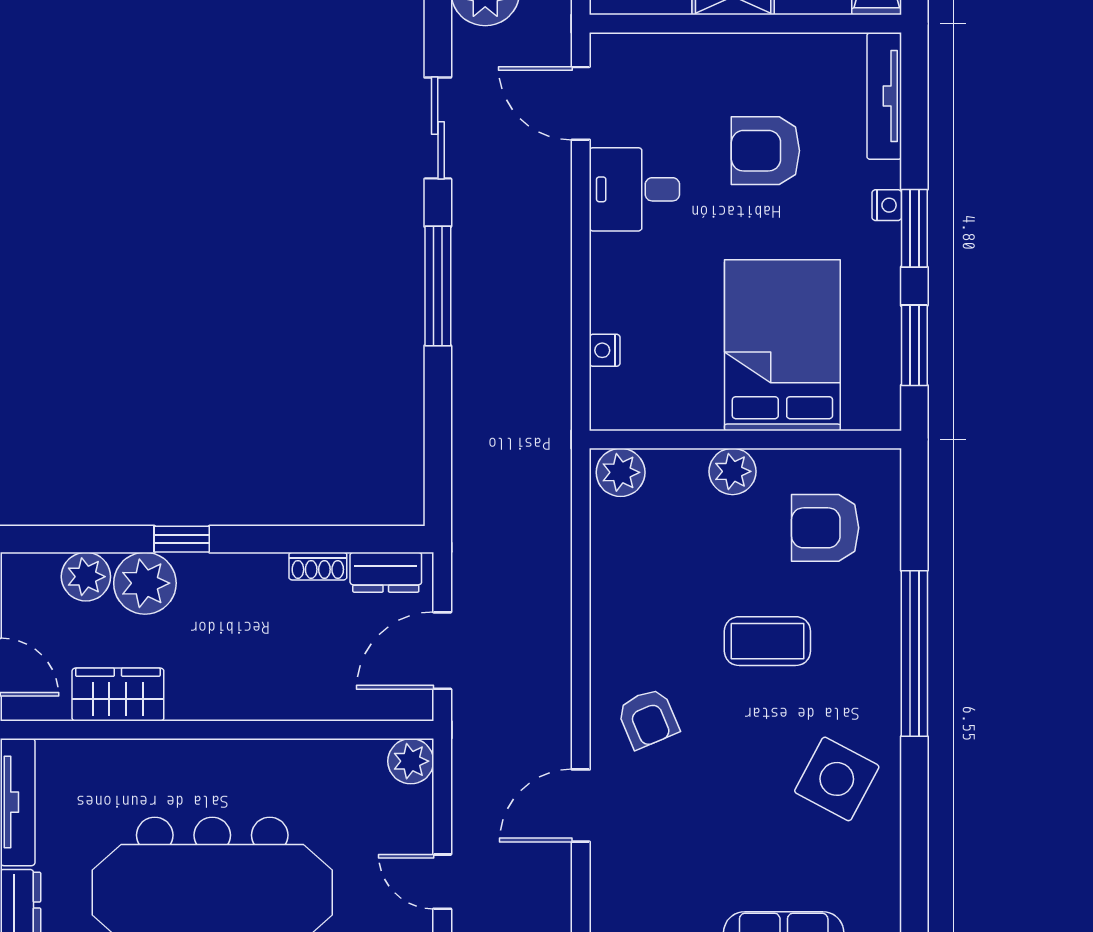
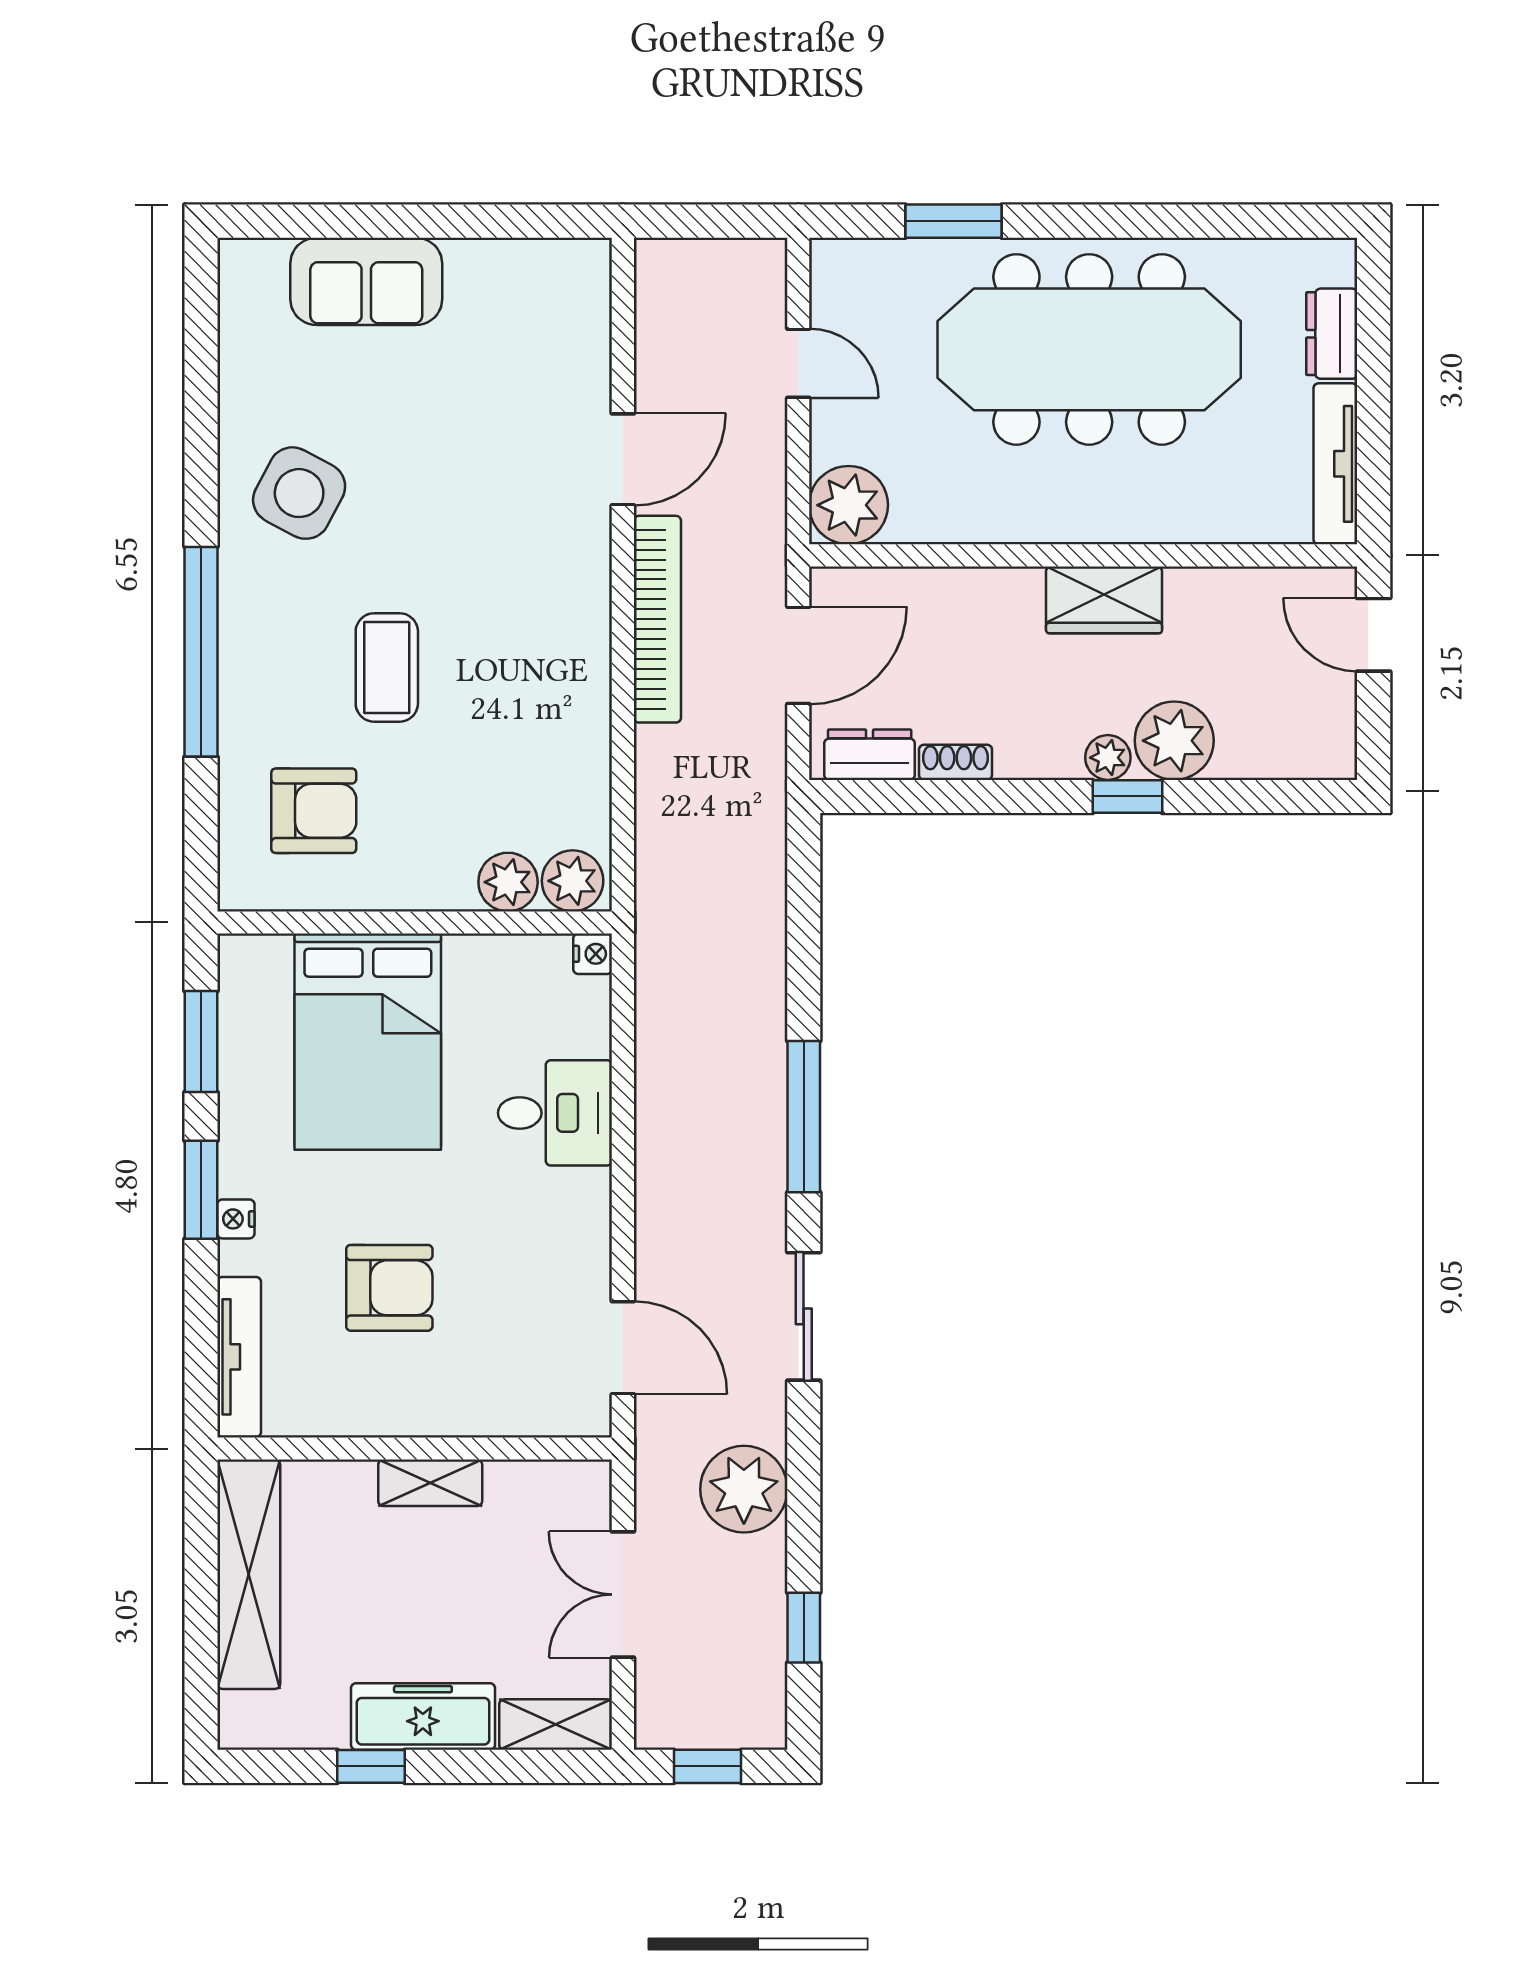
desk: (634, 189) -> (555, 1113), moved
nightstand: (605, 350) -> (593, 954), moved
plant: (733, 471) -> (508, 882), moved
plant: (86, 577) -> (1108, 758), moved, width x0.73, depth x0.73
coffee table: (767, 641) -> (387, 667), turned 90
bookcase: (554, 679) -> (657, 619), added
wardrobe: (118, 695) -> (1104, 600), moved
armchair: (648, 718) -> (538, 570), removed
plant: (411, 761) -> (849, 505), width x1.36, depth x1.36

